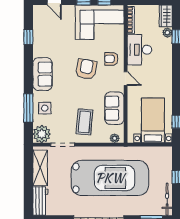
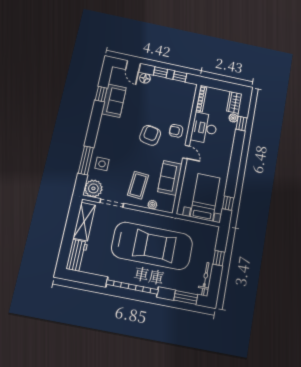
floor lamp: (69, 10) -> (145, 78), added
corner sofa: (100, 22) -> (172, 95), removed
sofa: (43, 74) -> (114, 101), moved
plant: (115, 138) -> (152, 205), moved

